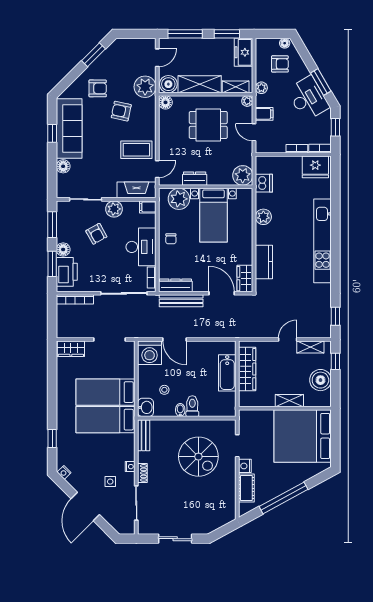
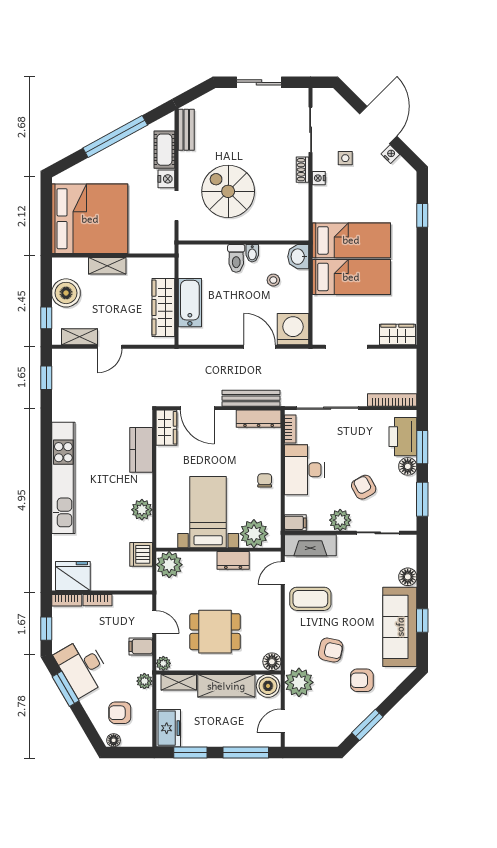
bench: (144, 435) -> (186, 130), moved
nightstand: (64, 472) -> (390, 154), moved

